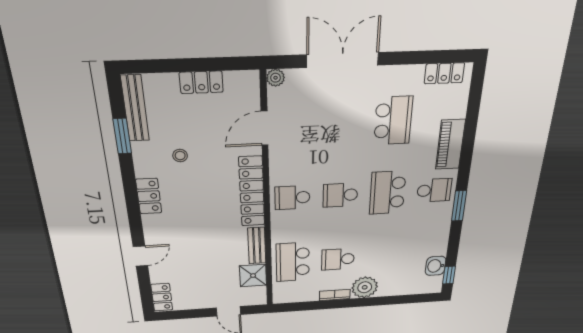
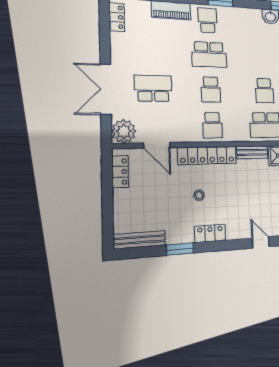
plant: (276, 78) -> (124, 131), width x1.88, depth x1.88
locker: (201, 82) -> (120, 172), moved
school desk: (393, 121) -> (153, 88), moved
window: (122, 136) -> (180, 249), moved
stool: (180, 156) -> (199, 195), moved

